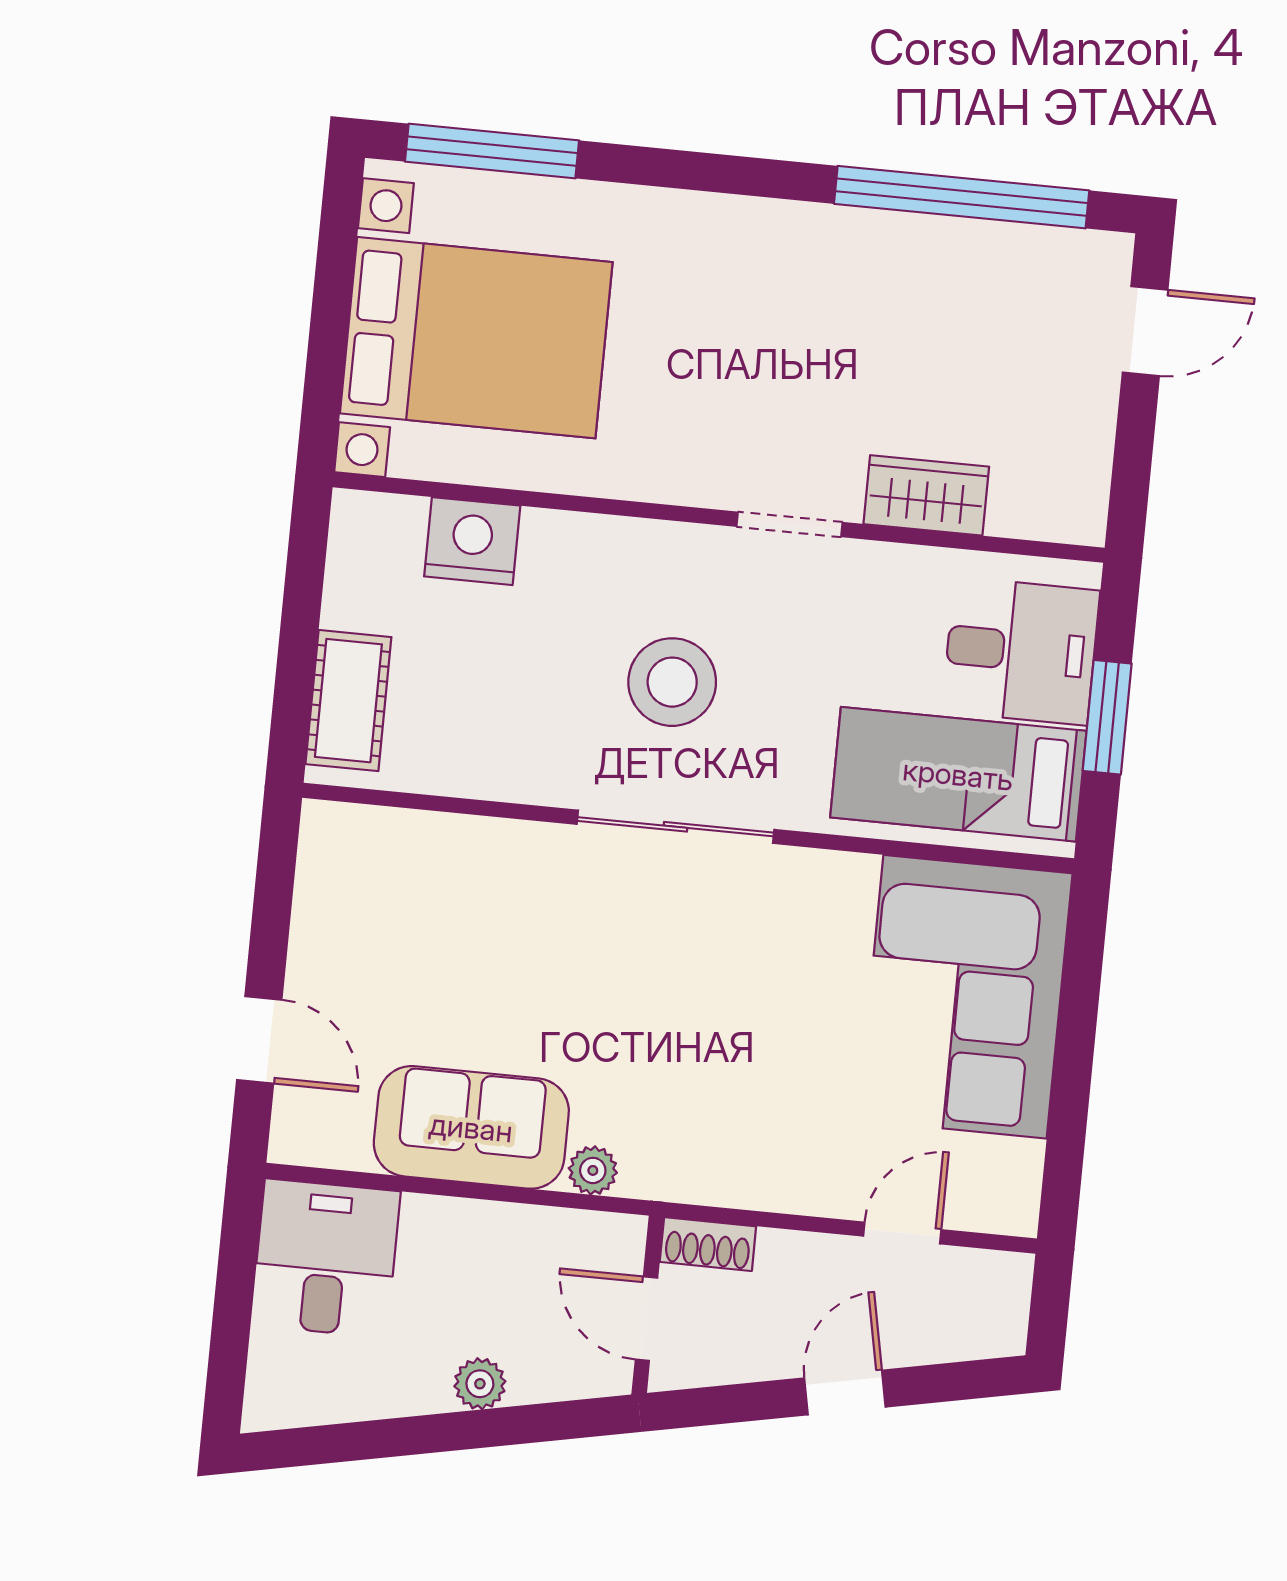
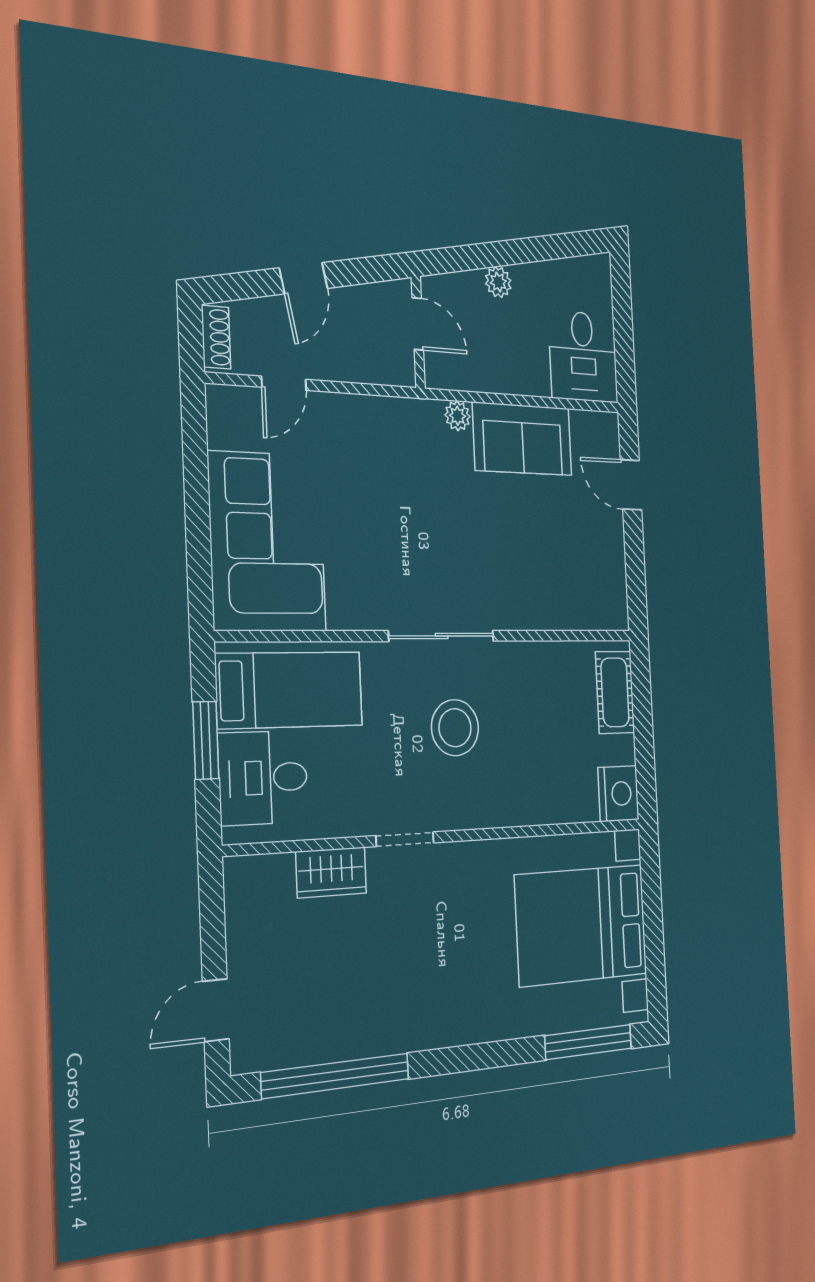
nightstand: (472, 541) -> (618, 794), moved, turned -90
shoe rack: (708, 1244) -> (216, 337), moved, turned 90

